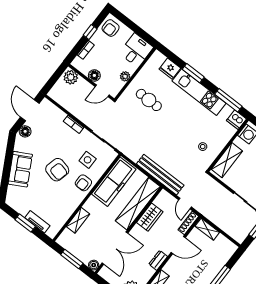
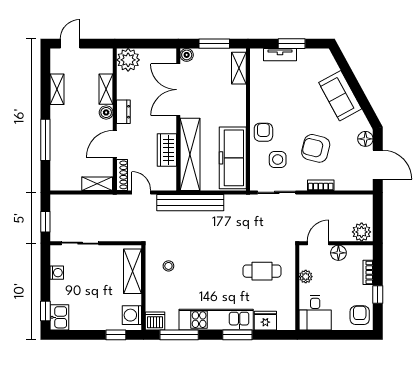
armchair: (57, 170) -> (316, 148), moved
shelving: (78, 220) -> (239, 68), moved
boiler: (169, 268) -> (106, 112), added

